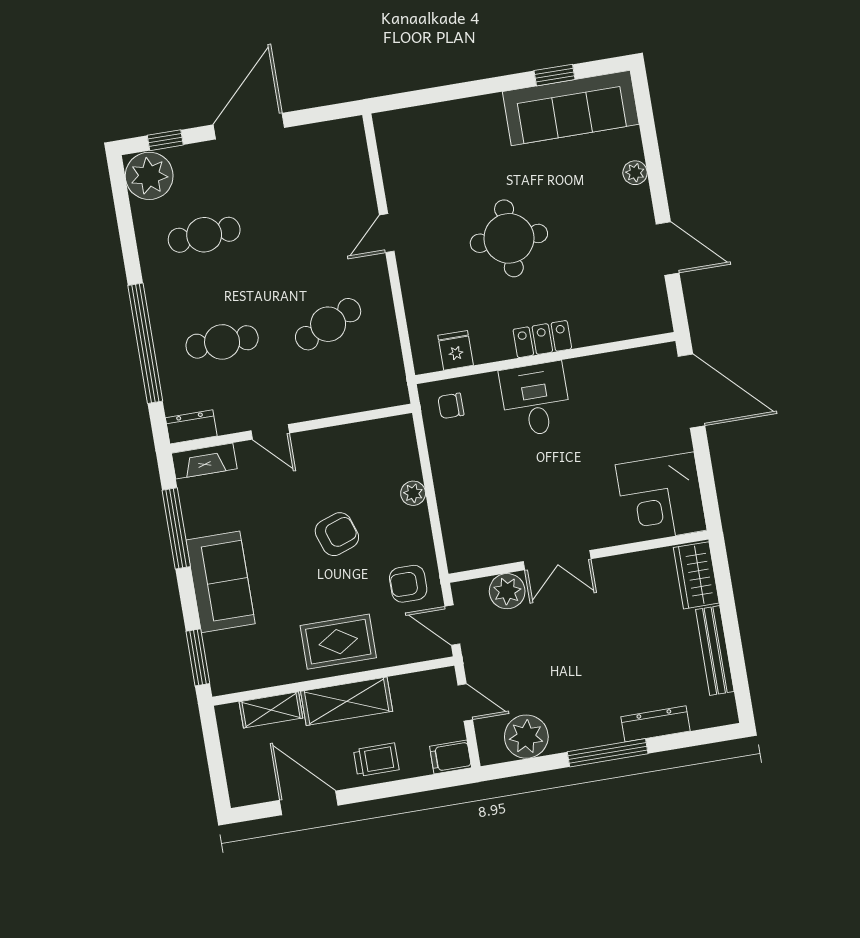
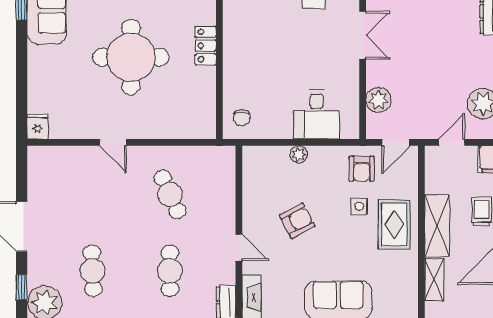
round table: (509, 238) -> (131, 57), width x1.36, depth x1.36
fridge: (456, 350) -> (38, 126), moved, turned 90
desk: (535, 399) -> (317, 114), moved, turned -90
door: (270, 432) -> (239, 248), hinge flipped
armchair: (337, 534) -> (297, 221), moved, turned 81
double door: (557, 560) -> (363, 35), moved
side table: (355, 589) -> (359, 206), added

